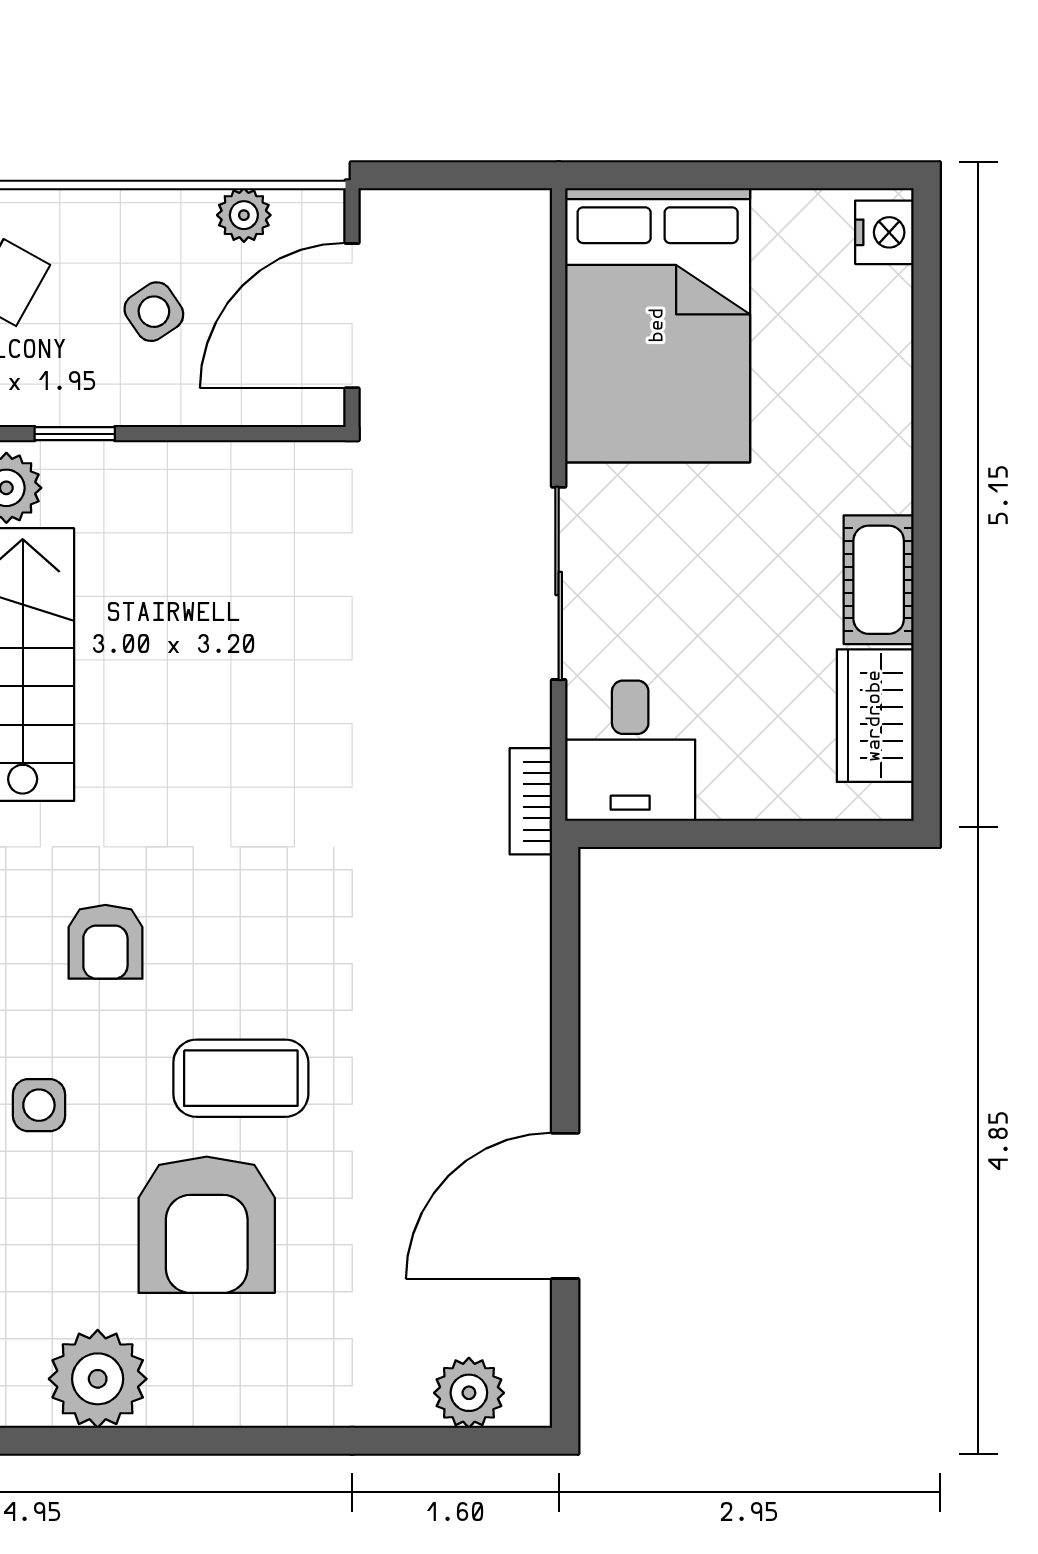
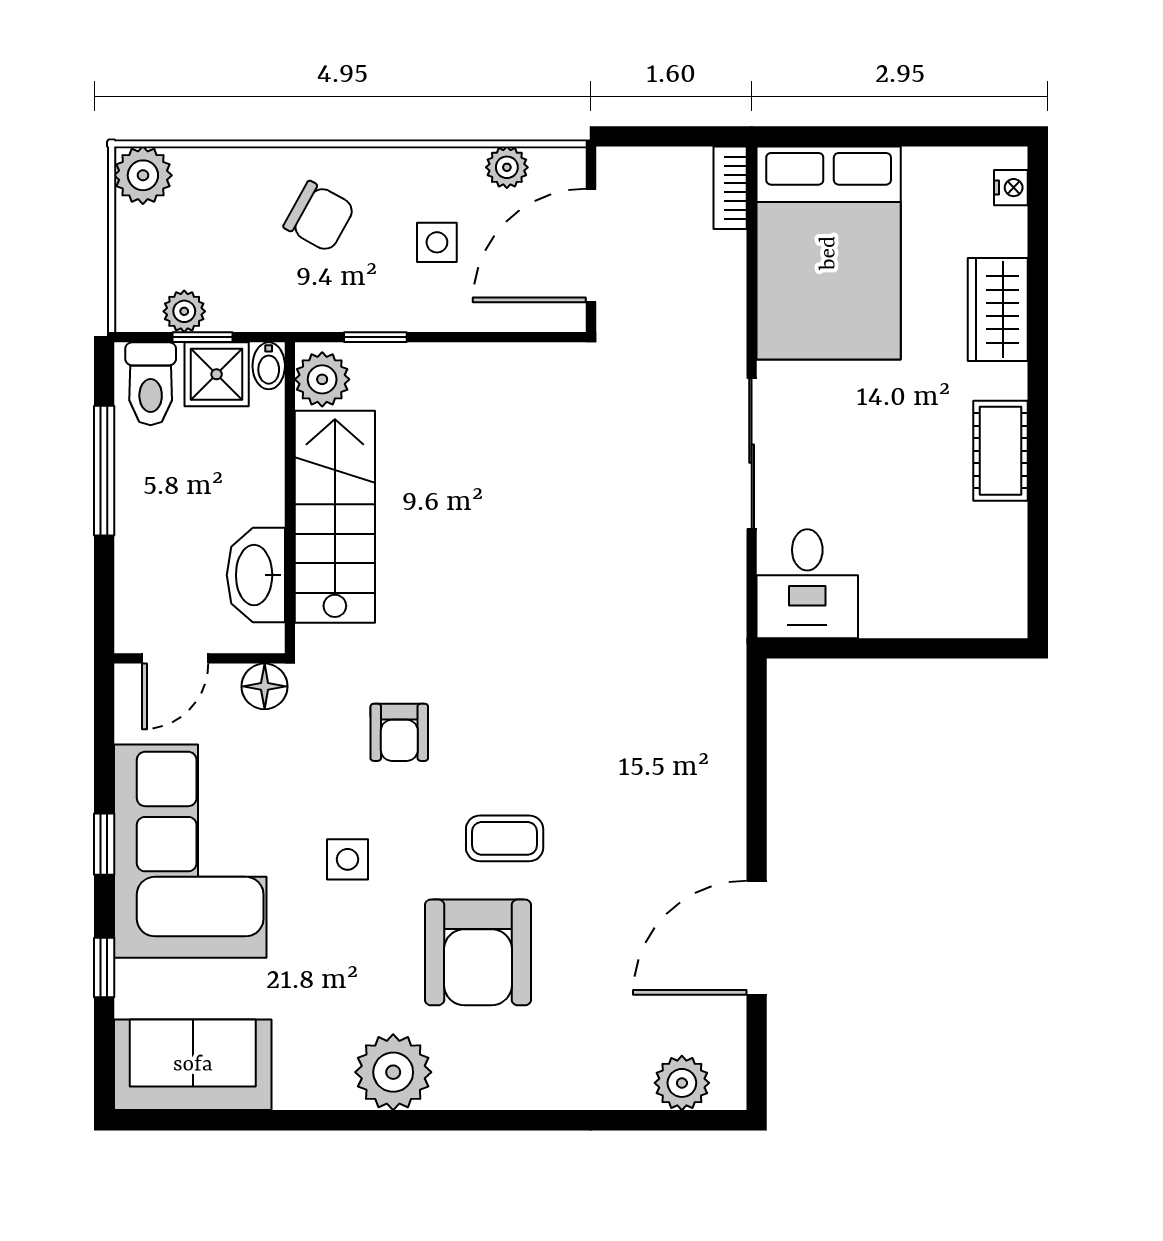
nightstand: (884, 232) -> (1011, 188), width x0.72, depth x0.74
side table: (154, 312) -> (437, 242), turned 34
wardrobe: (875, 716) -> (998, 310), moved
bookcase: (531, 801) -> (730, 188), moved
coffee table: (241, 1078) -> (505, 838), width x0.73, depth x0.77

